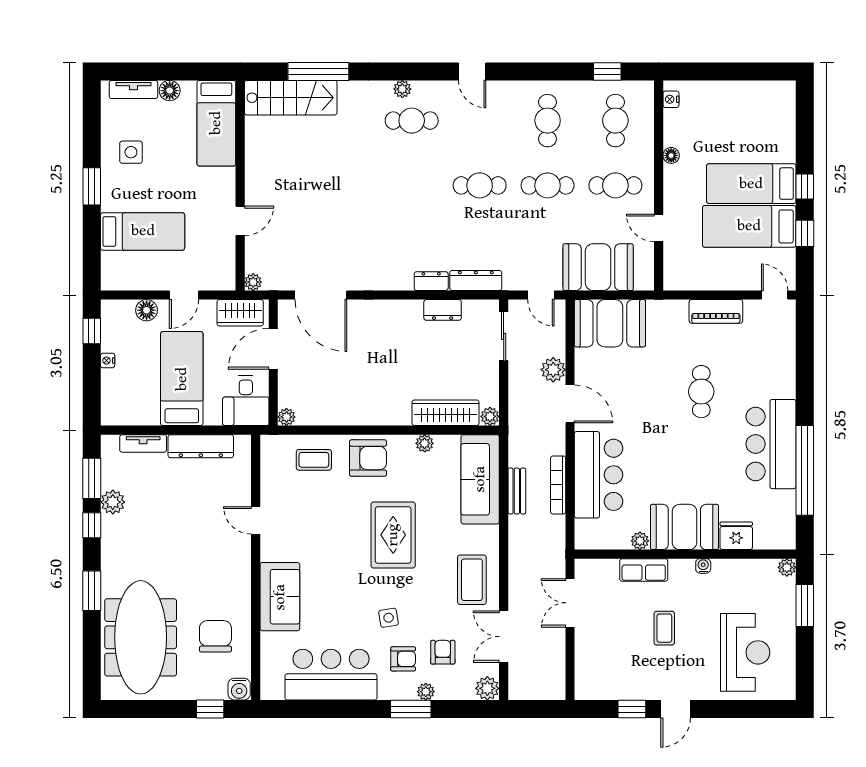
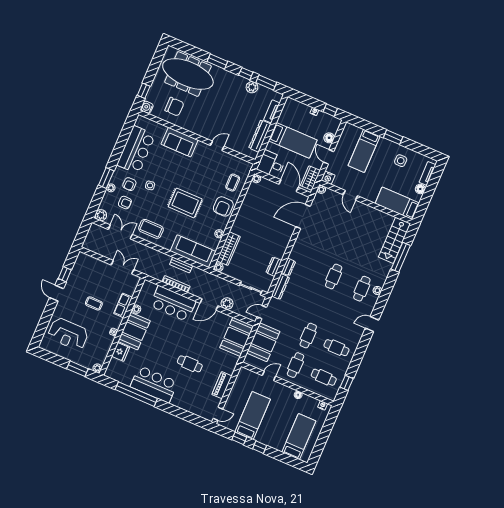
bed: (751, 184) -> (299, 437), moved
cafe table: (480, 185) -> (334, 276), moved
nightstand: (225, 279) -> (328, 178), added

